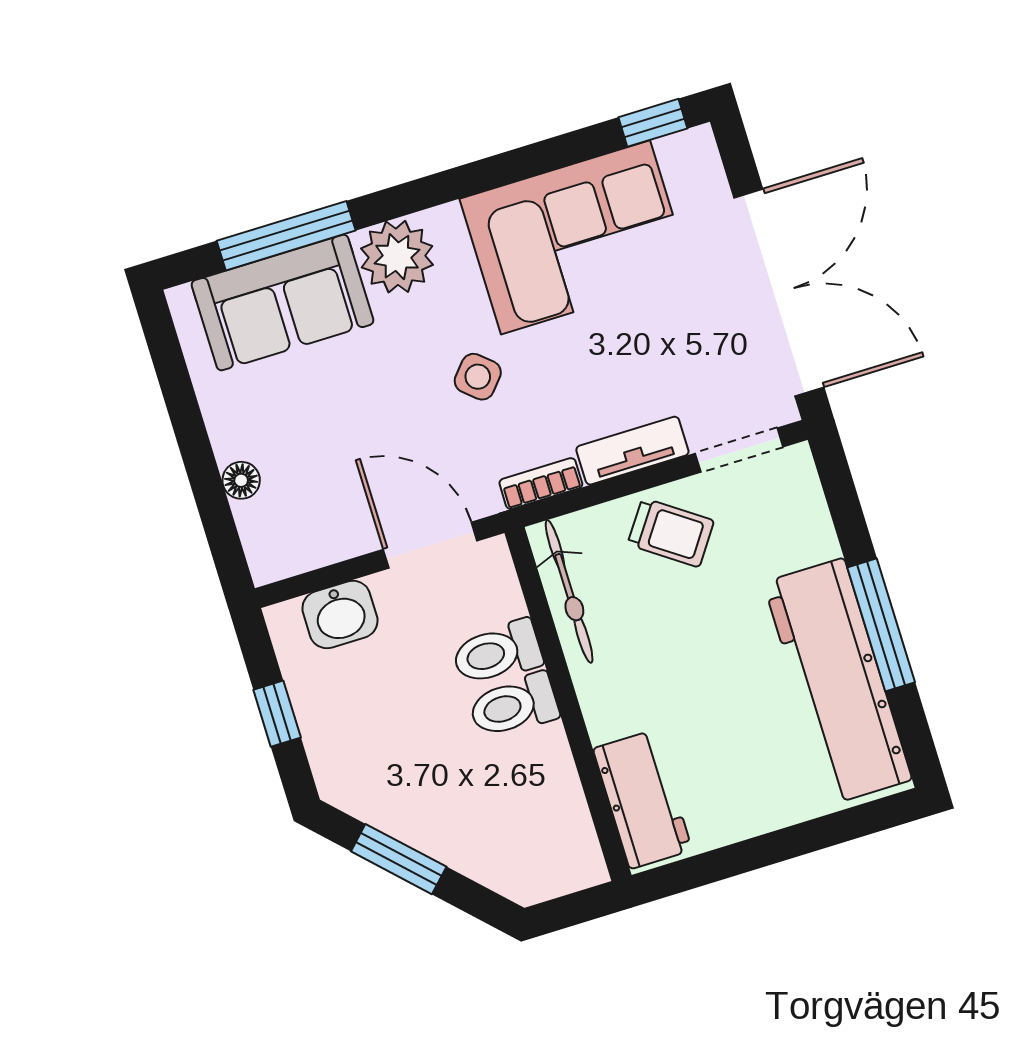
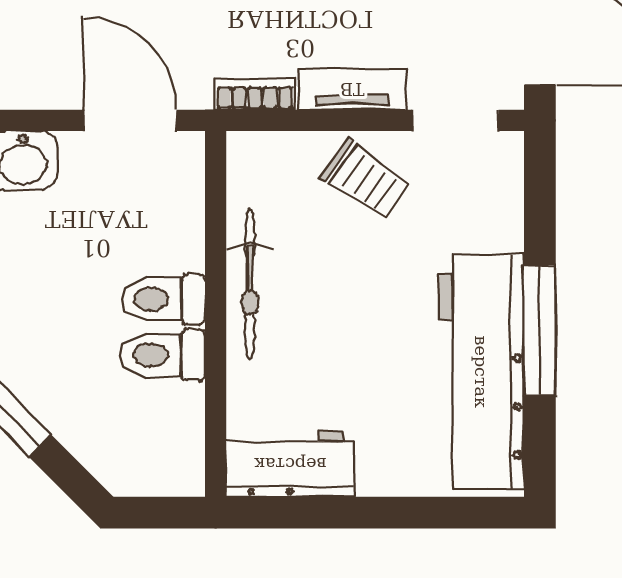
bicycle: (569, 591) -> (250, 284), moved
toilet: (497, 653) -> (163, 355), moved
workbench: (643, 799) -> (290, 464), moved, turned -90

